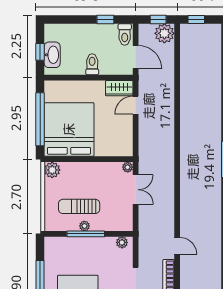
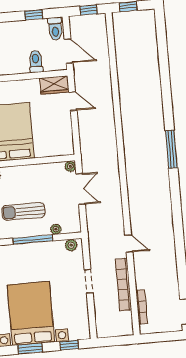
plant: (164, 33) -> (96, 24), removed
toilet: (92, 64) -> (36, 62), moved
door: (136, 105) -> (73, 101), swing flipped
plant: (84, 226) -> (56, 229), moved

